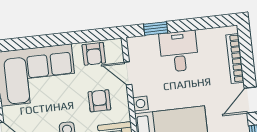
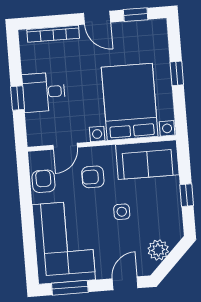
window: (156, 28) -> (18, 98), moved
armchair: (94, 54) -> (44, 181), turned -90

